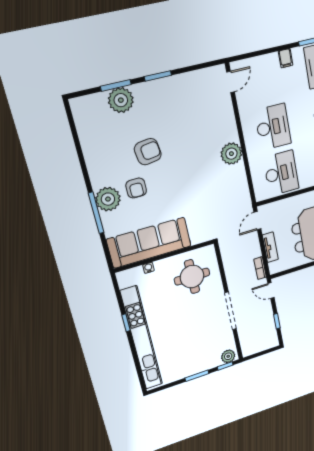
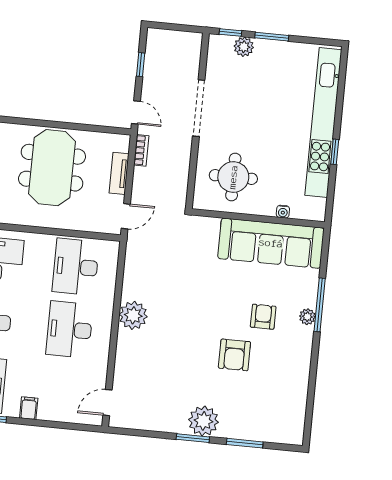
plant: (121, 100) -> (203, 421), moved
armchair: (148, 152) -> (234, 355), turned -82
plant: (108, 199) -> (307, 317), width x0.53, depth x0.53
plant: (228, 356) -> (244, 47), moved

